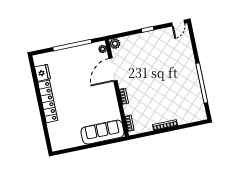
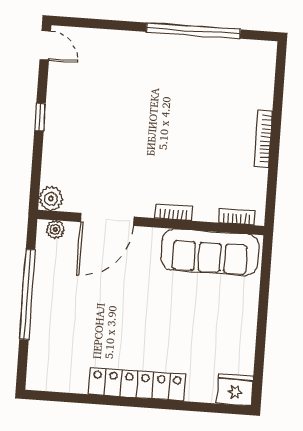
door: (113, 70) -> (107, 219), hinge flipped
fridge: (42, 73) -> (235, 390), moved
sofa: (103, 132) -> (210, 252), moved, turned -90

